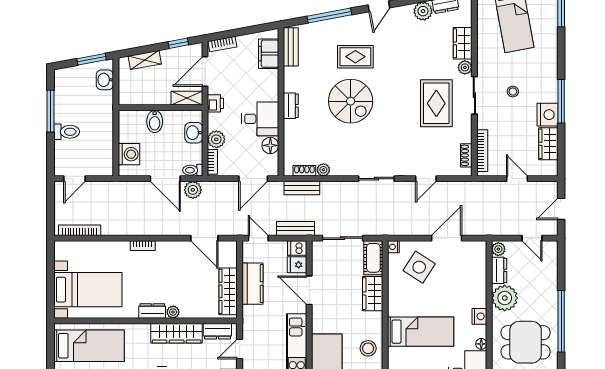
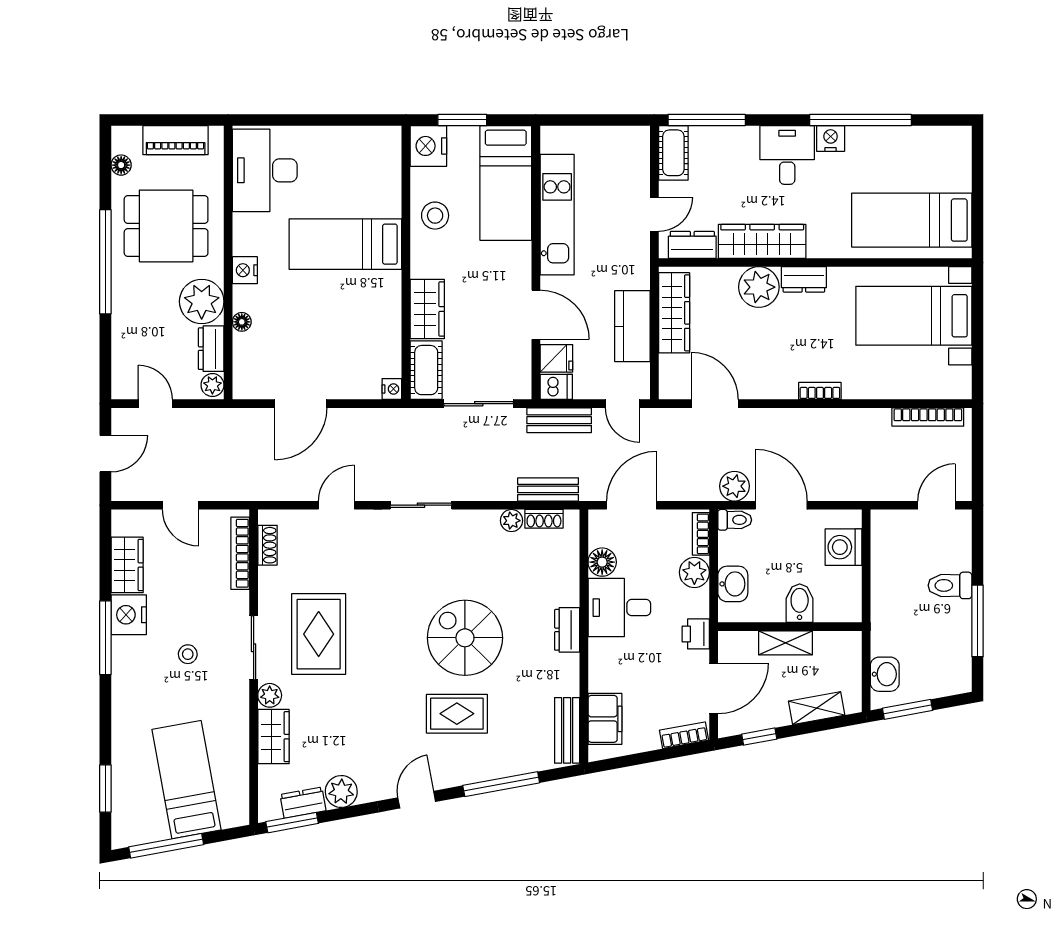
shelving: (187, 98) -> (786, 643), moved
side table: (419, 267) -> (348, 354), removed
plant: (173, 312) -> (759, 287), width x1.88, depth x1.88
floor lamp: (481, 344) -> (242, 322), moved

